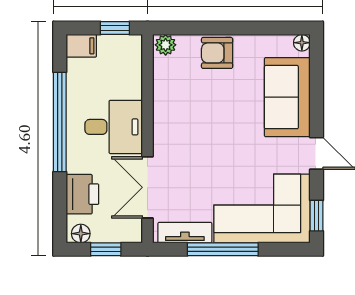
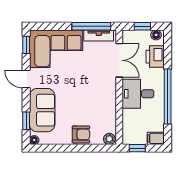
window: (317, 78) -> (26, 121), added
window: (223, 249) -> (91, 26), moved

